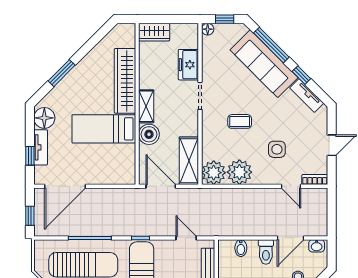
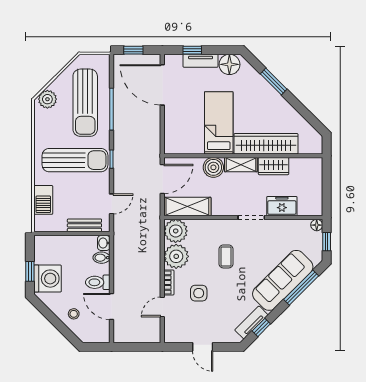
wardrobe: (154, 32) -> (274, 166), moved, turned -90
window: (301, 75) -> (261, 327), moved
bookcase: (315, 180) -> (169, 282), moved
washbasin: (317, 246) -> (104, 243), moved

